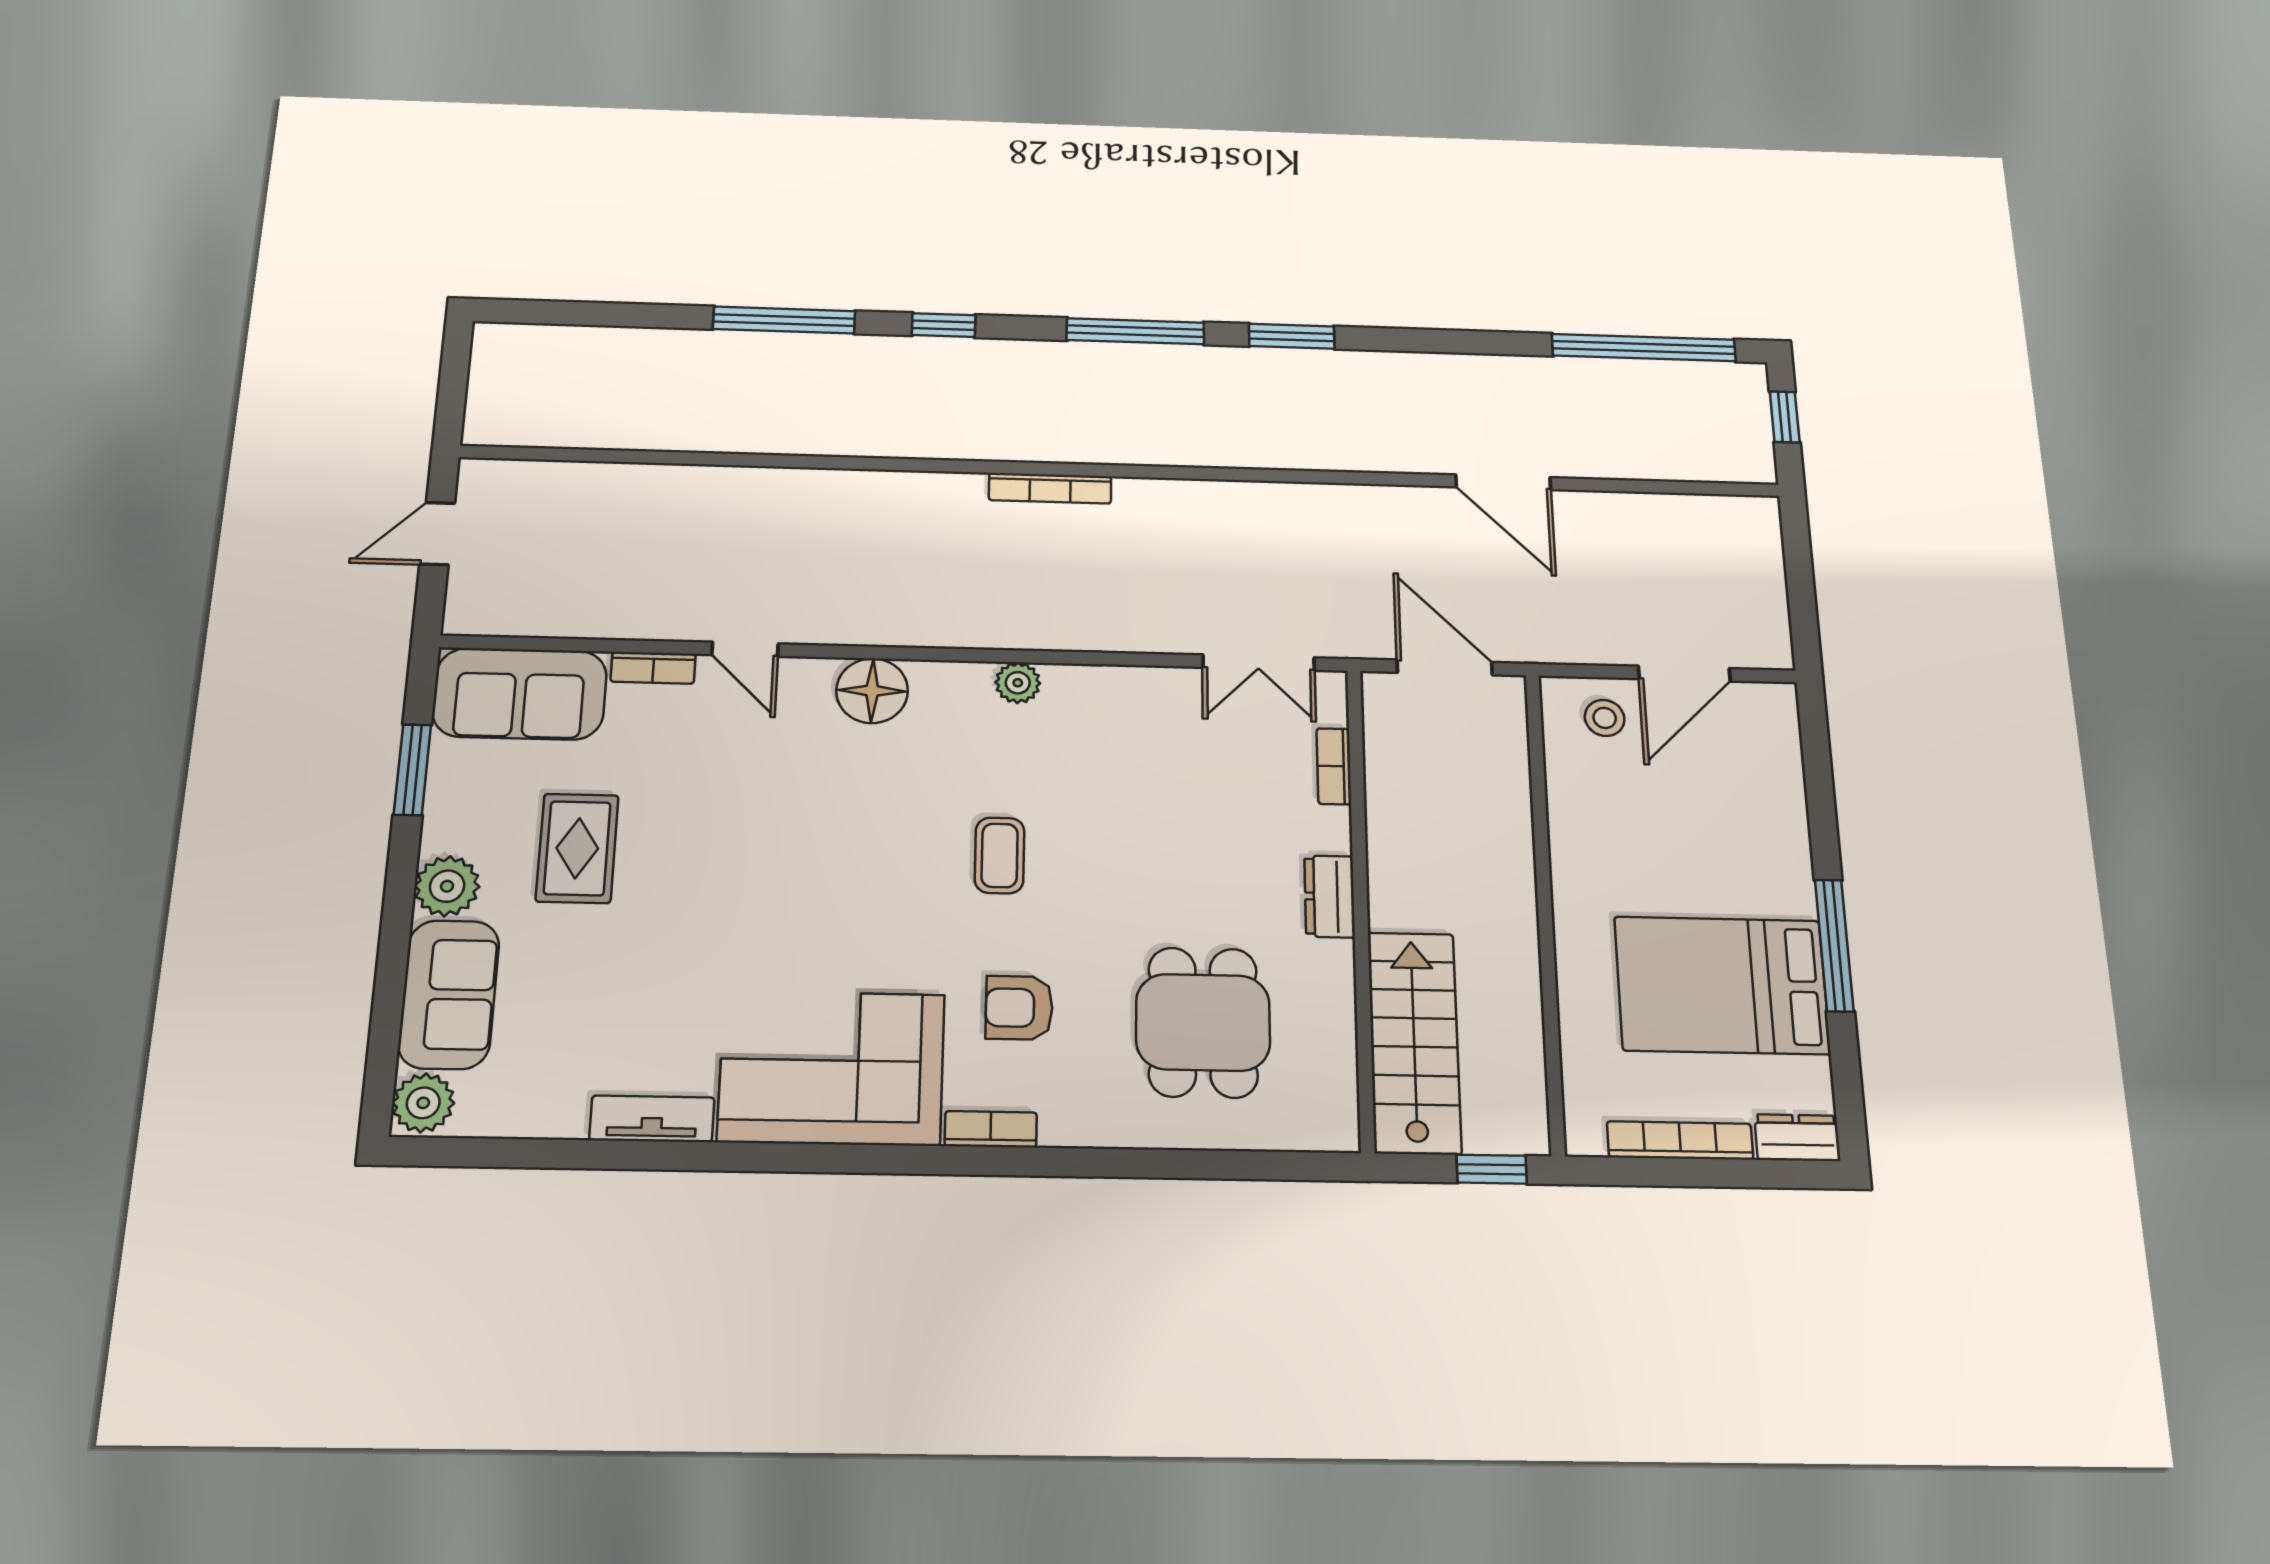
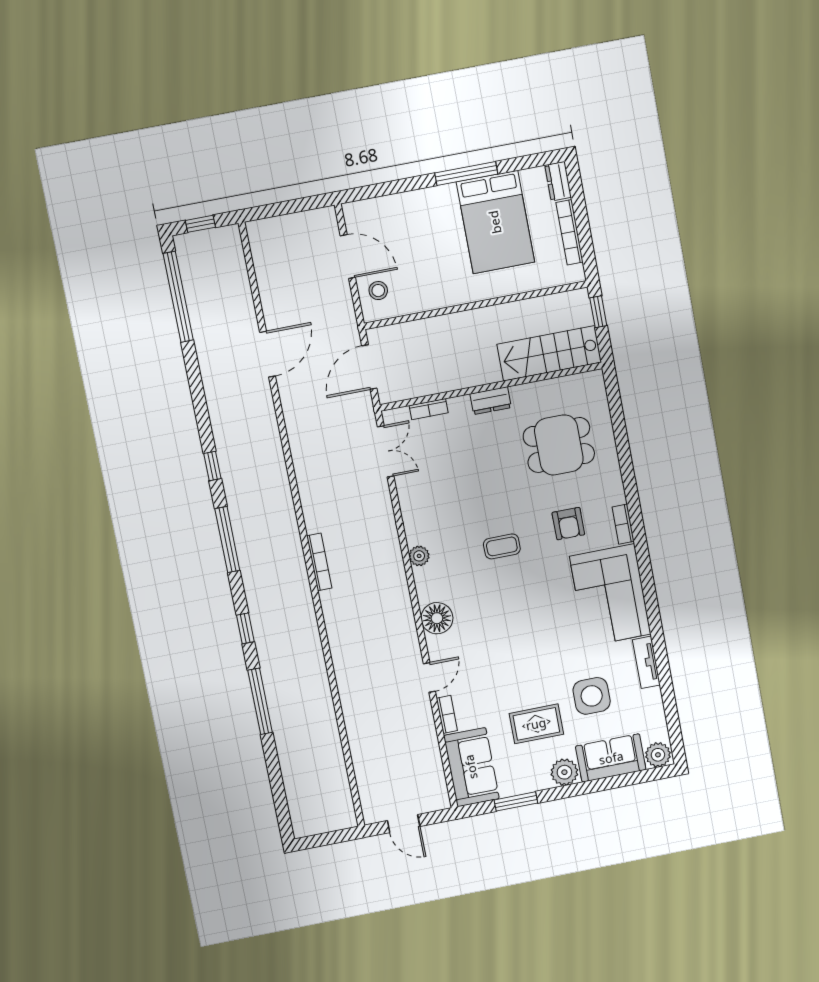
window: (1292, 336) -> (212, 466), width x0.67
side table: (607, 981) -> (592, 696), added

